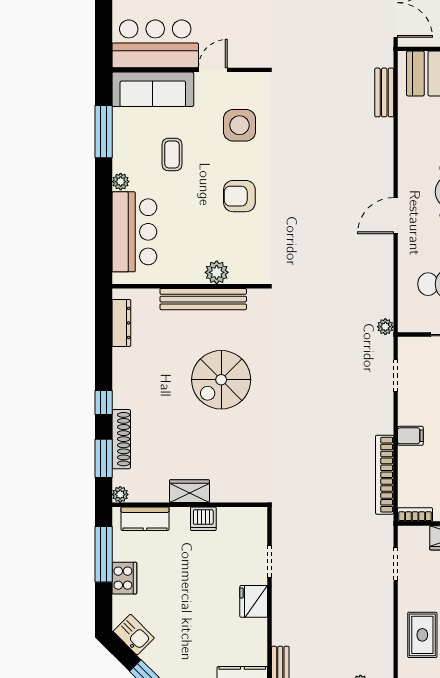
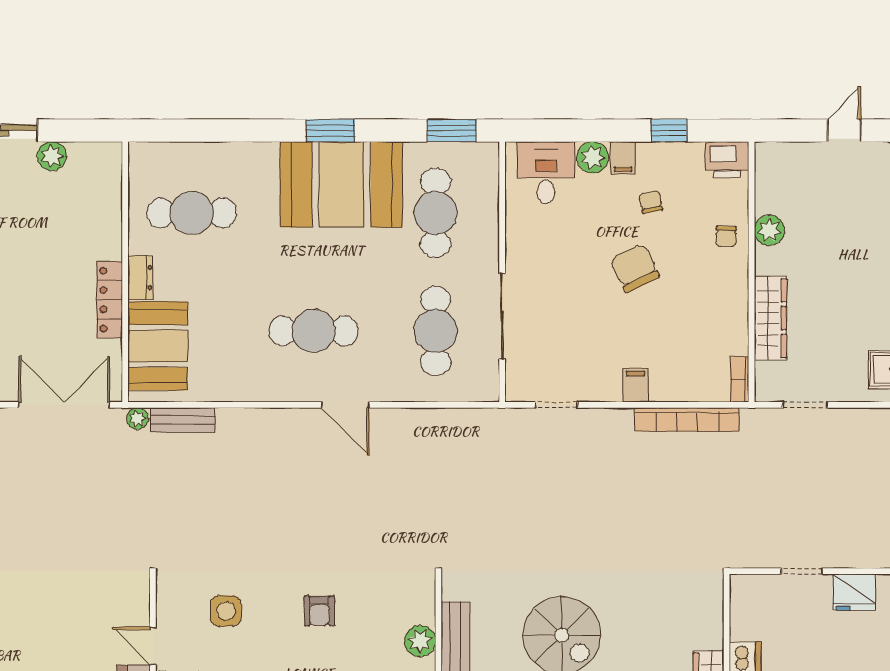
side table: (239, 125) -> (226, 611), width x0.73, depth x0.73
armchair: (239, 196) -> (319, 611), width x0.72, depth x0.72
plant: (385, 327) -> (137, 418), moved

